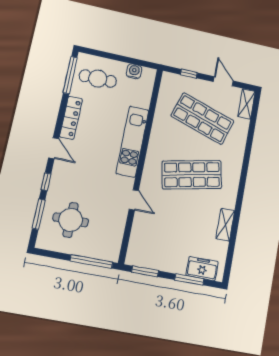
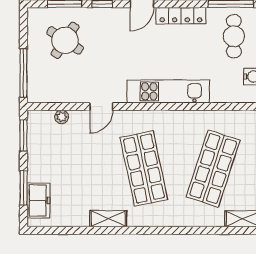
round table: (71, 220) -> (65, 40), turned 33
shelving: (225, 225) -> (108, 219), moved
plant: (136, 235) -> (62, 117), added

